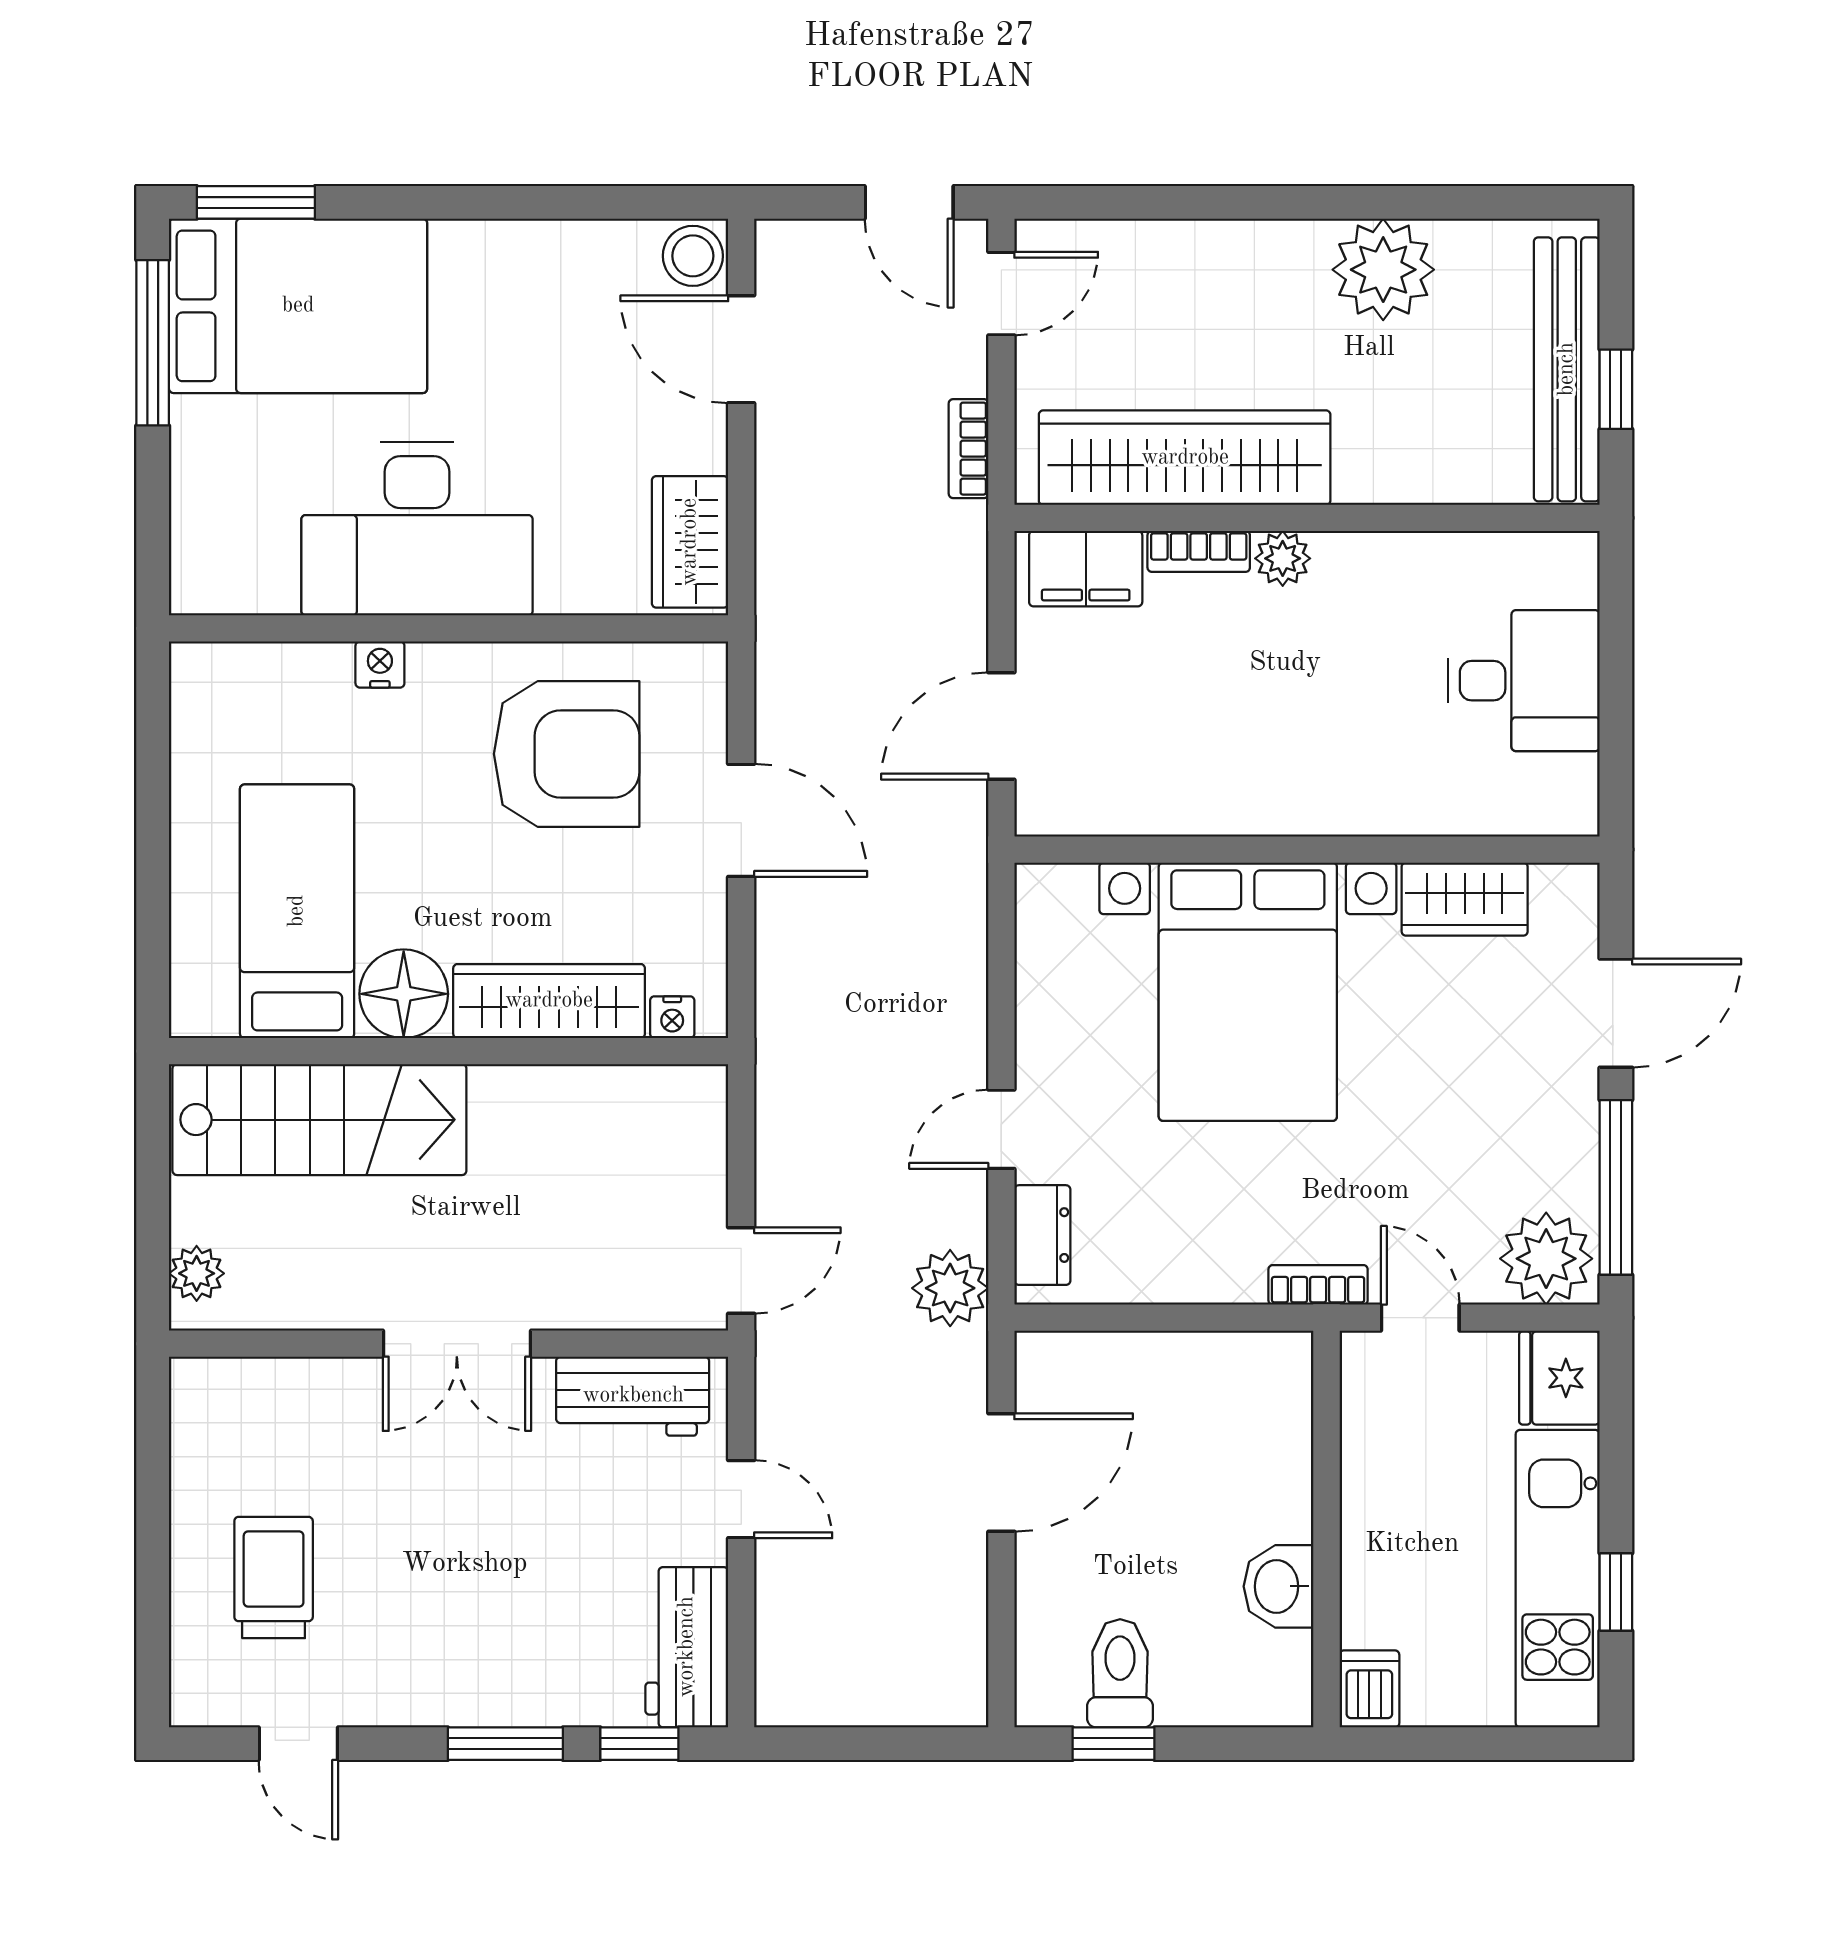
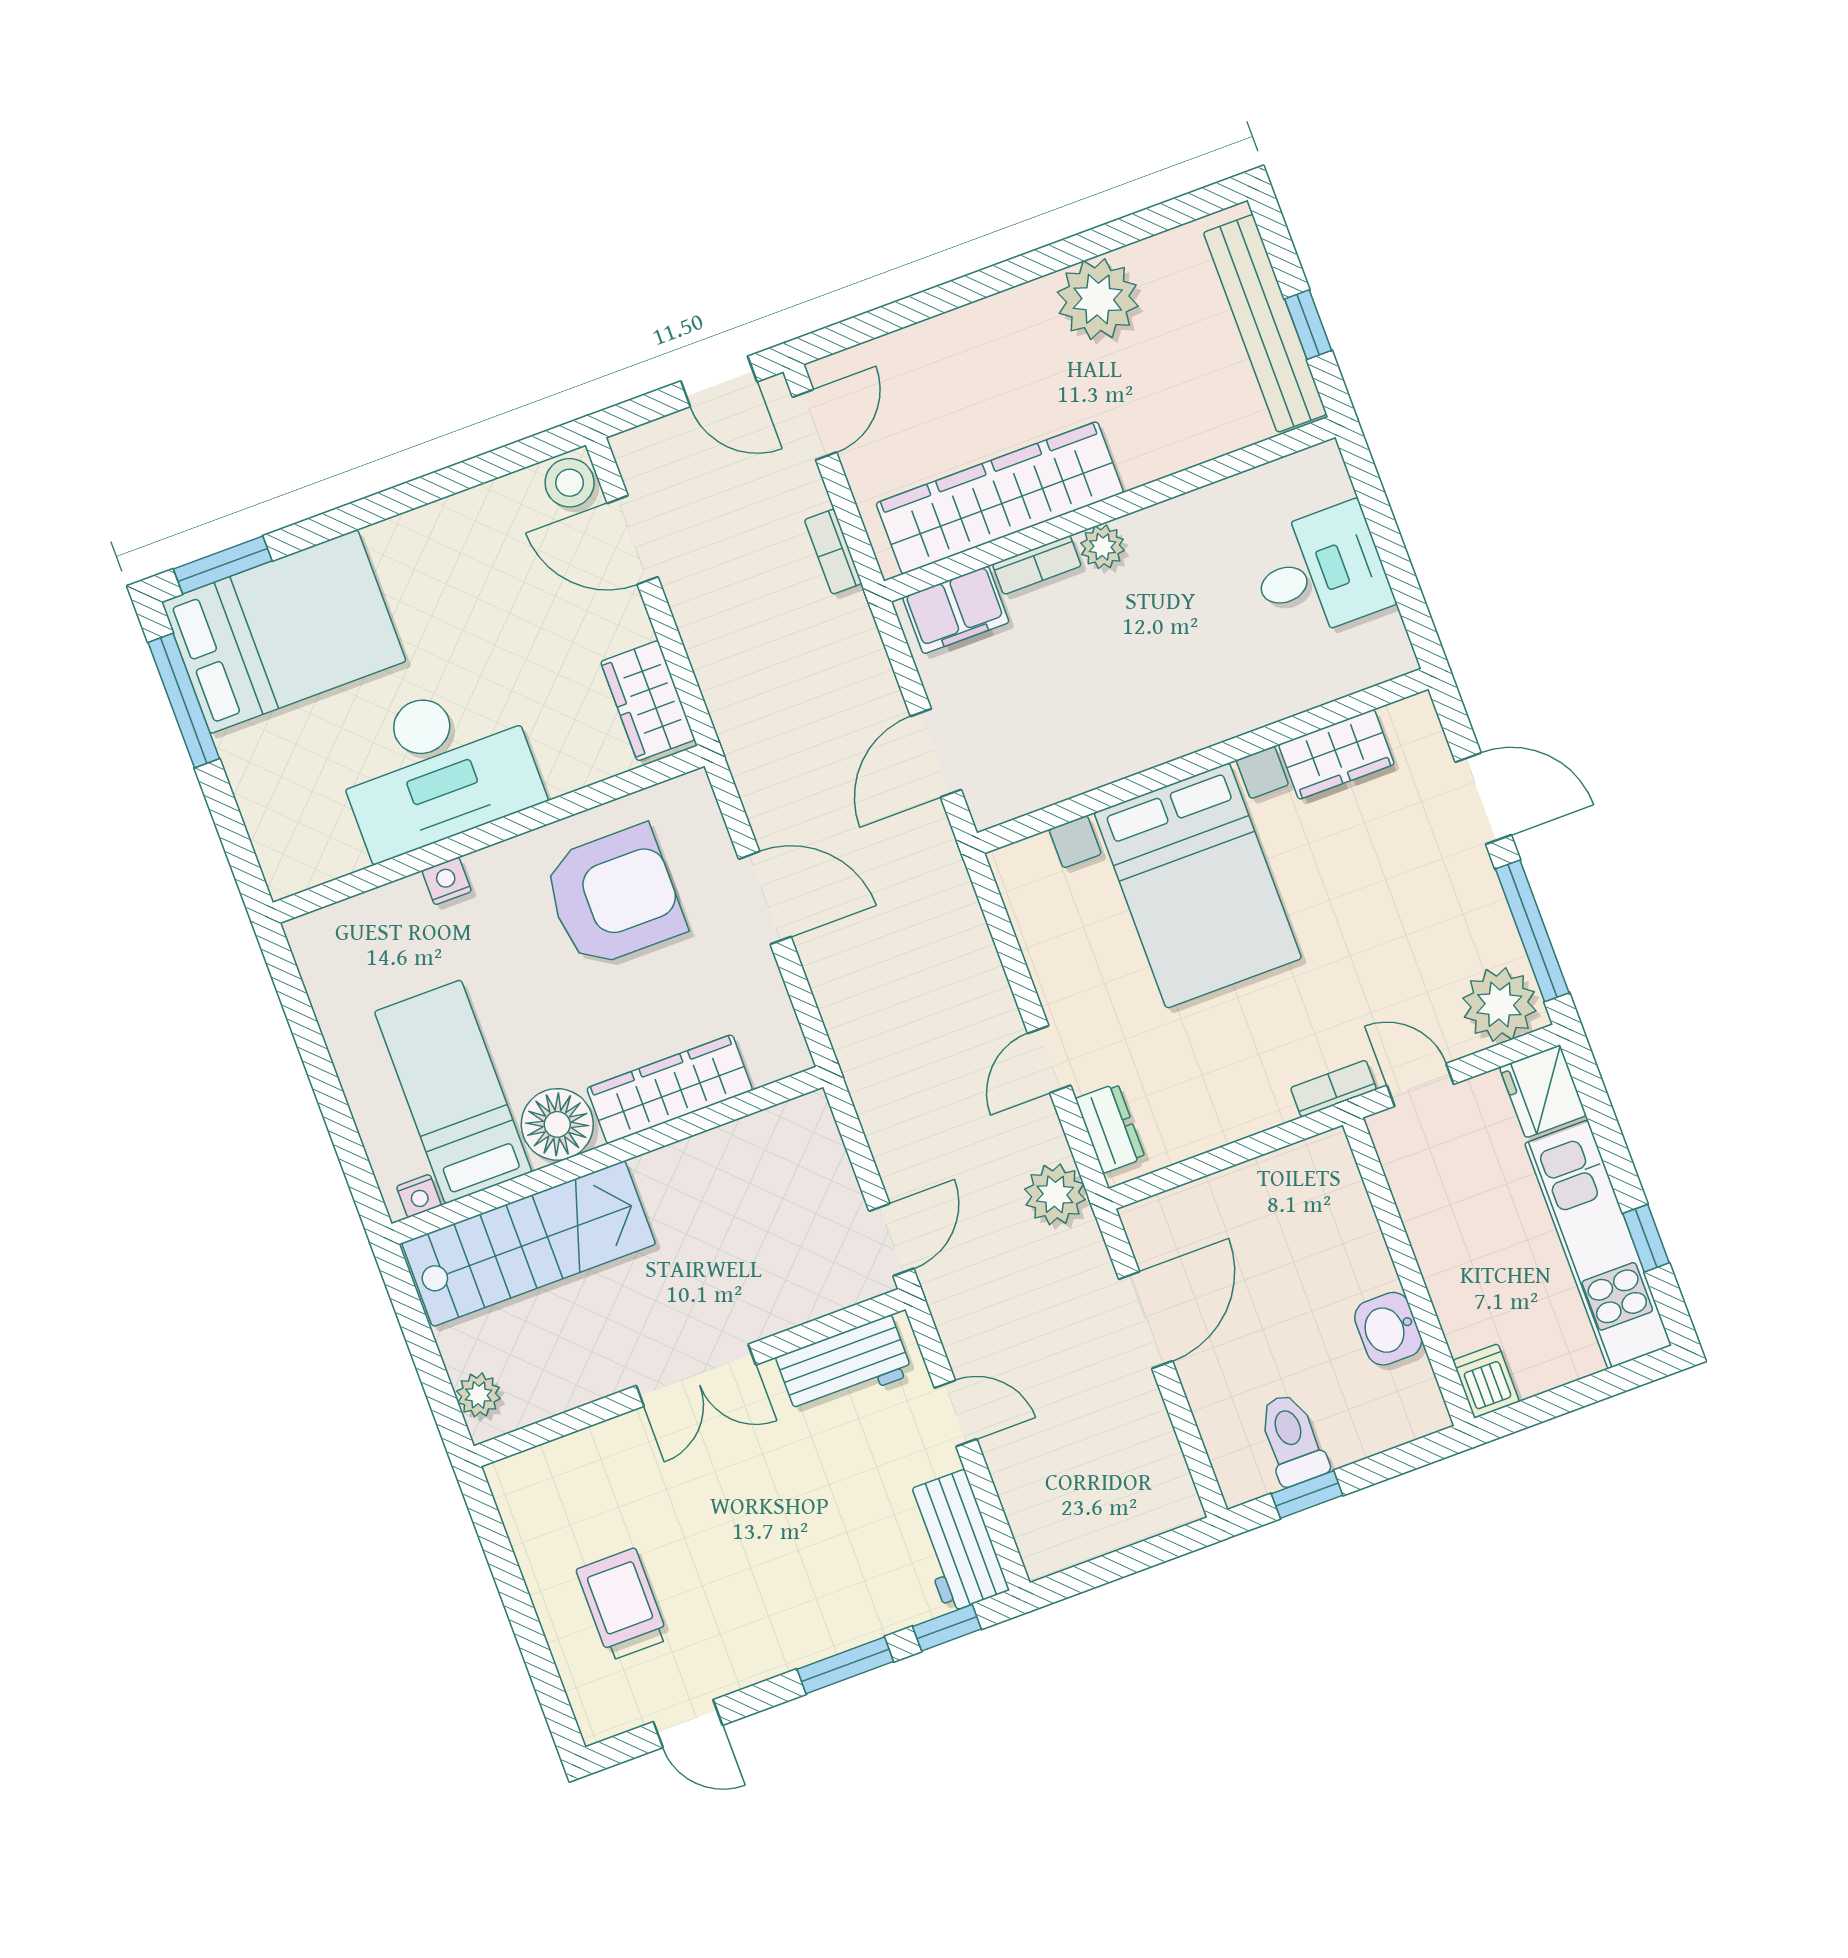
door: (1616, 1013) -> (1483, 798), hinge flipped
nightstand: (672, 1017) -> (419, 1196), moved

